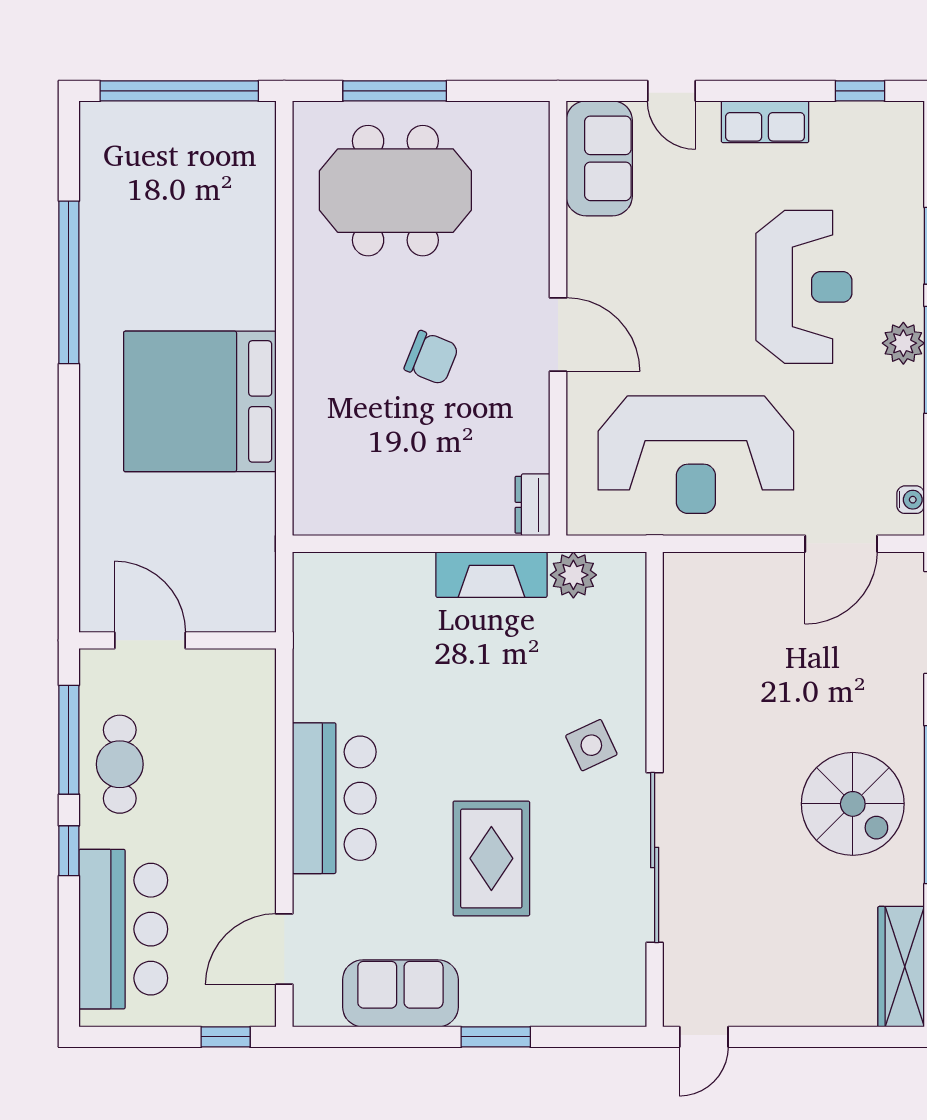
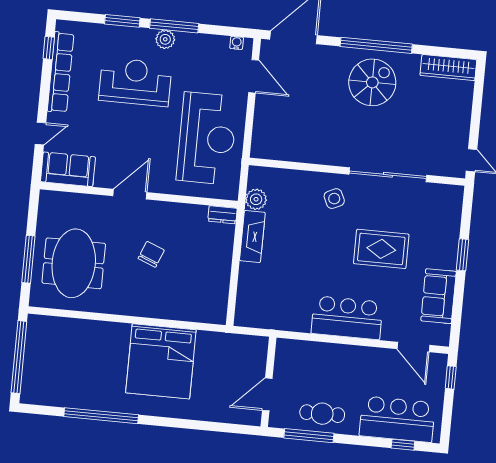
row of seats: (765, 122) -> (61, 72), width x2.02
door: (558, 334) -> (130, 194), moved
window: (69, 851) -> (403, 445), moved

